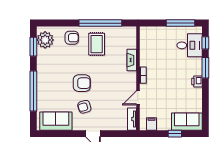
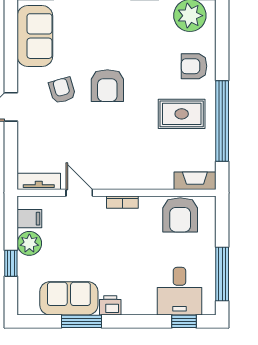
armchair: (72, 38) -> (194, 66), turned 90
armchair: (150, 45) -> (180, 215), added
fireplace: (132, 60) -> (195, 181), moved
window: (205, 68) -> (82, 321), moved
sofa: (187, 122) -> (69, 298), moved, turned -90
plant: (164, 124) -> (29, 243), added

